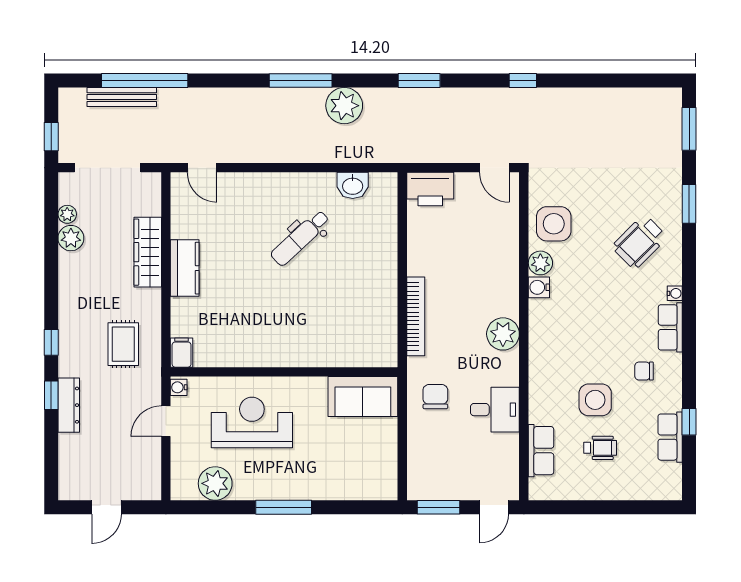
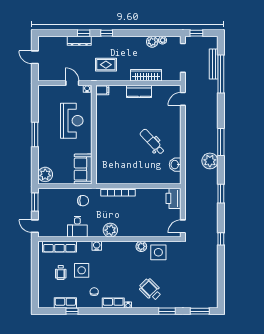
water cooler: (539, 287) -> (97, 246), moved
row of seats: (541, 451) -> (59, 247), width x1.48
plant: (215, 483) -> (45, 174), moved

